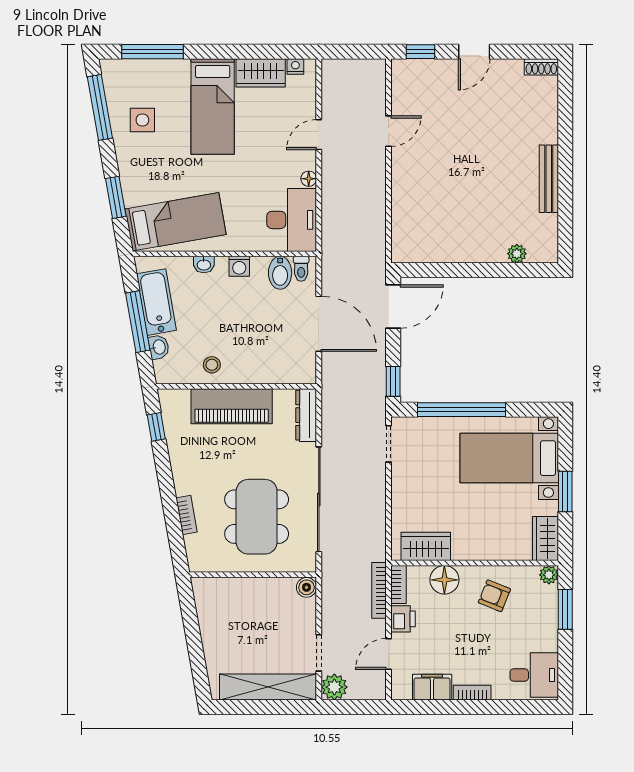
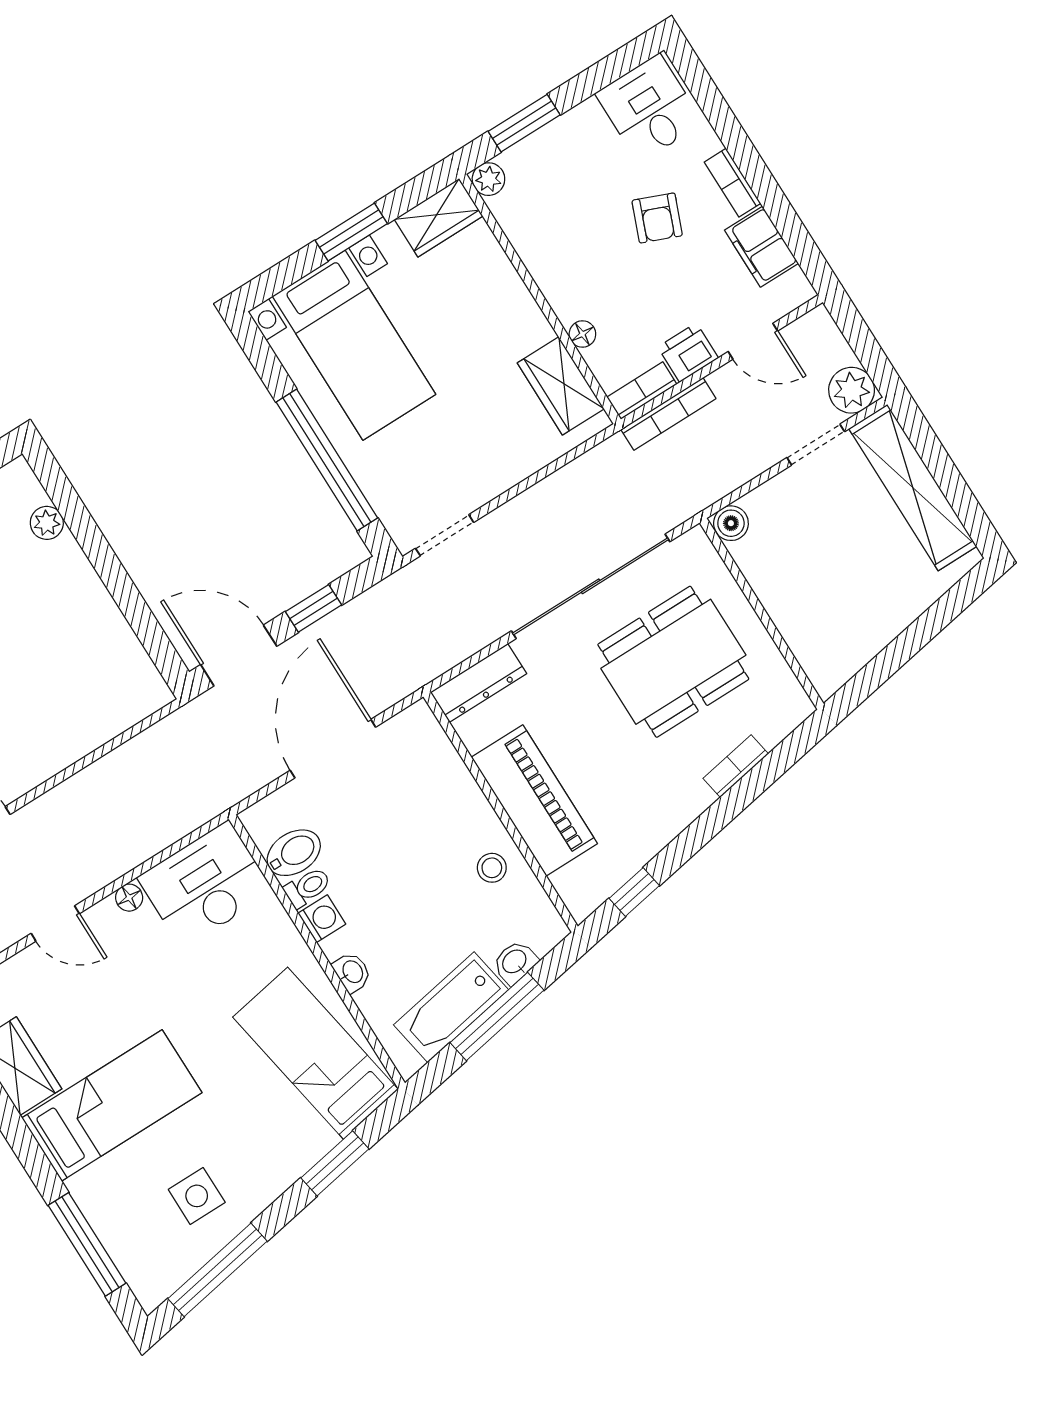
toilet: (301, 269) -> (307, 887), moved
window: (393, 381) -> (314, 608), moved
floor lamp: (444, 580) -> (582, 334), width x0.53, depth x0.53
armchair: (494, 596) -> (657, 218), moved

